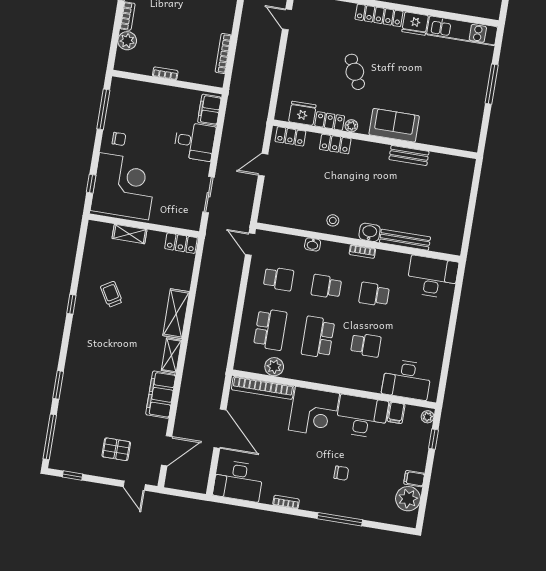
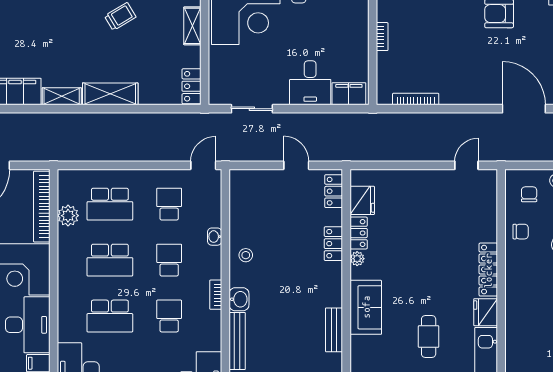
cafe table: (355, 72) -> (429, 337), moved, turned -65
school desk: (279, 279) -> (169, 204), turned 180
school desk: (318, 337) -> (110, 260), turned 180
school desk: (366, 345) -> (110, 316), width x1.85

